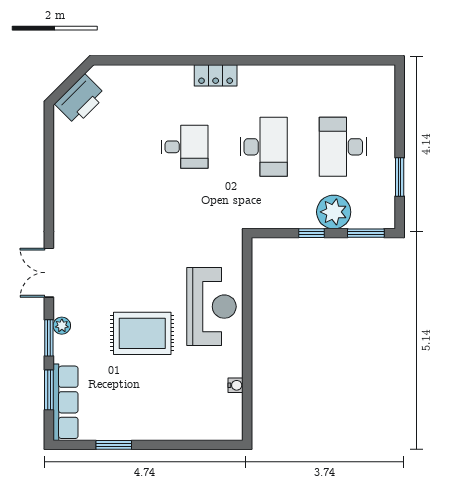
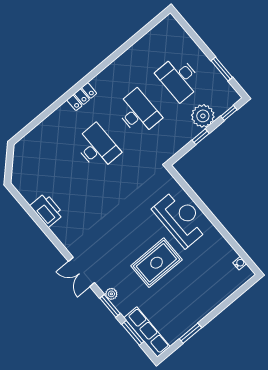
printer: (80, 100) -> (47, 210), moved, turned -45
desk: (185, 147) -> (97, 147), width x1.37
window: (366, 233) -> (229, 113), width x0.67
water cooler: (236, 385) -> (240, 263), moved

